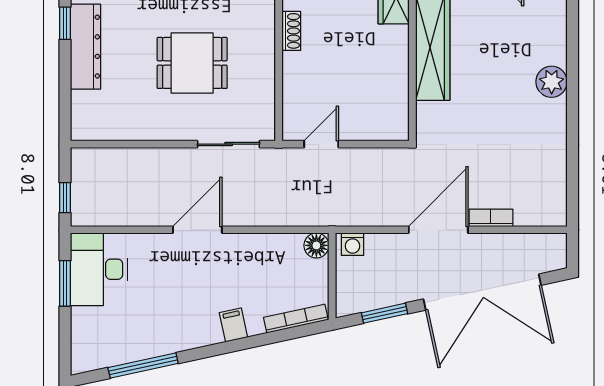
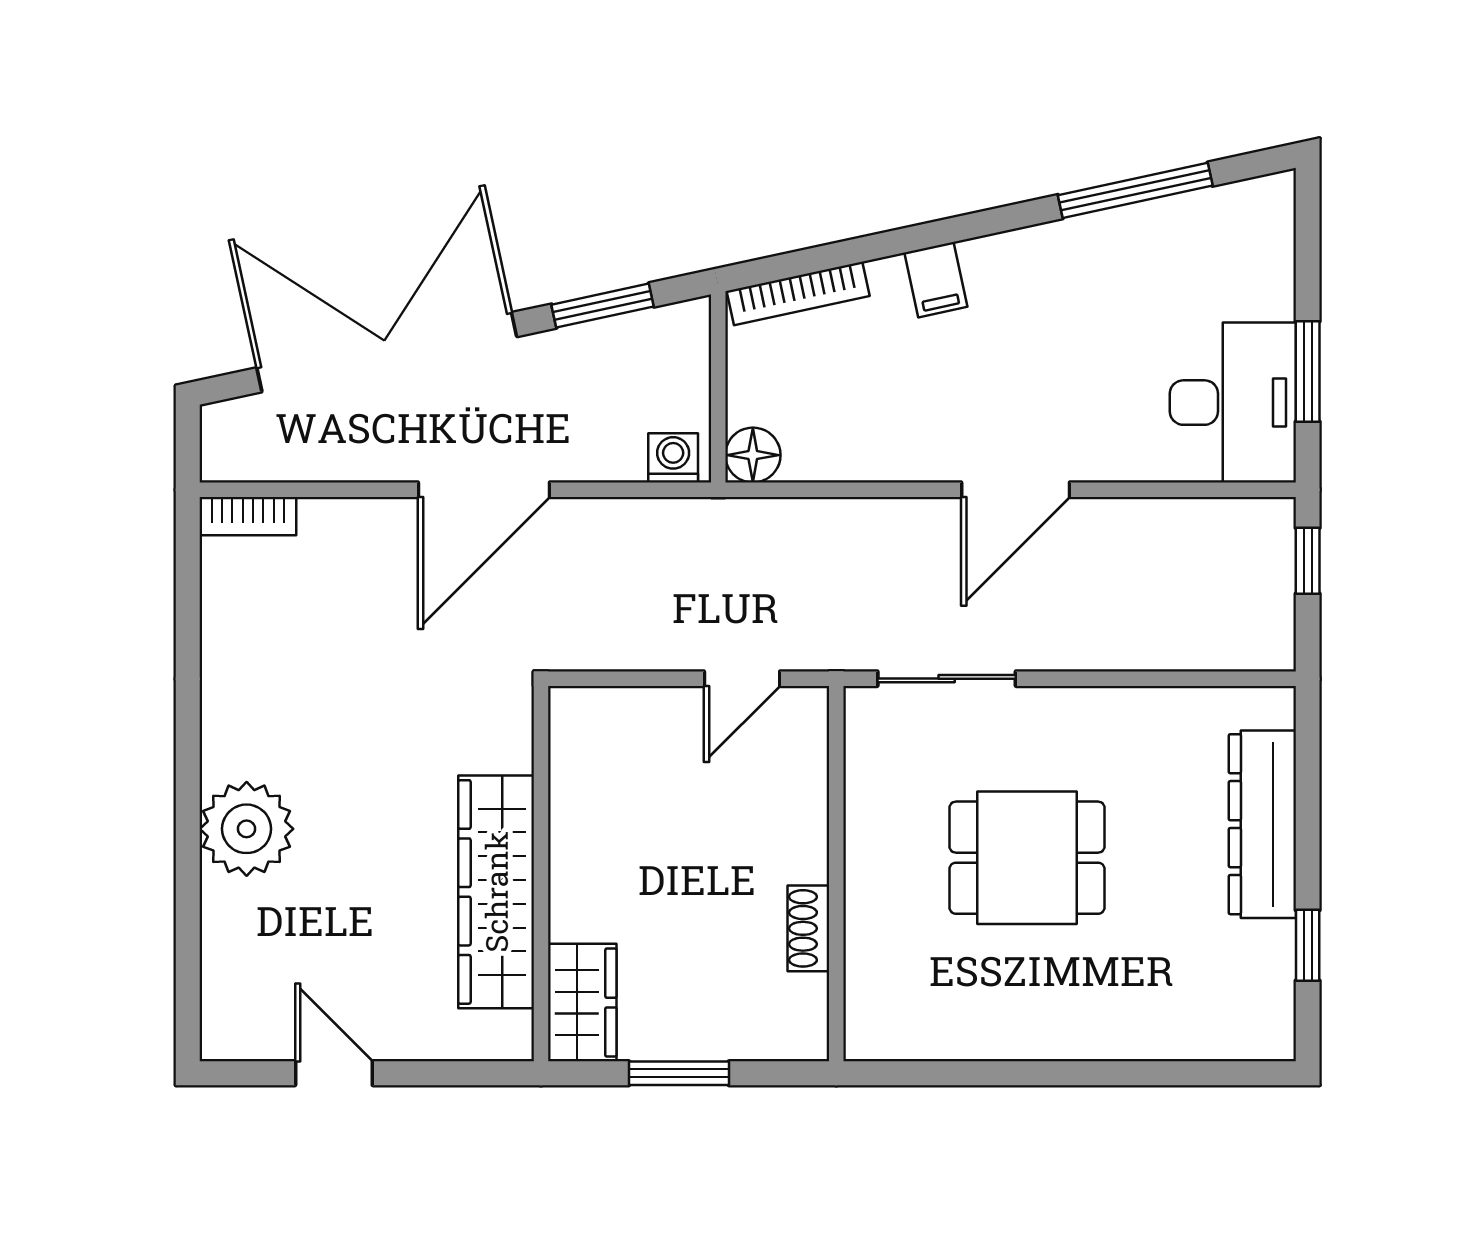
dresser: (85, 47) -> (1262, 824), moved
plant: (552, 82) -> (247, 829), width x1.36, depth x1.36
bookcase: (491, 218) -> (248, 516), moved

